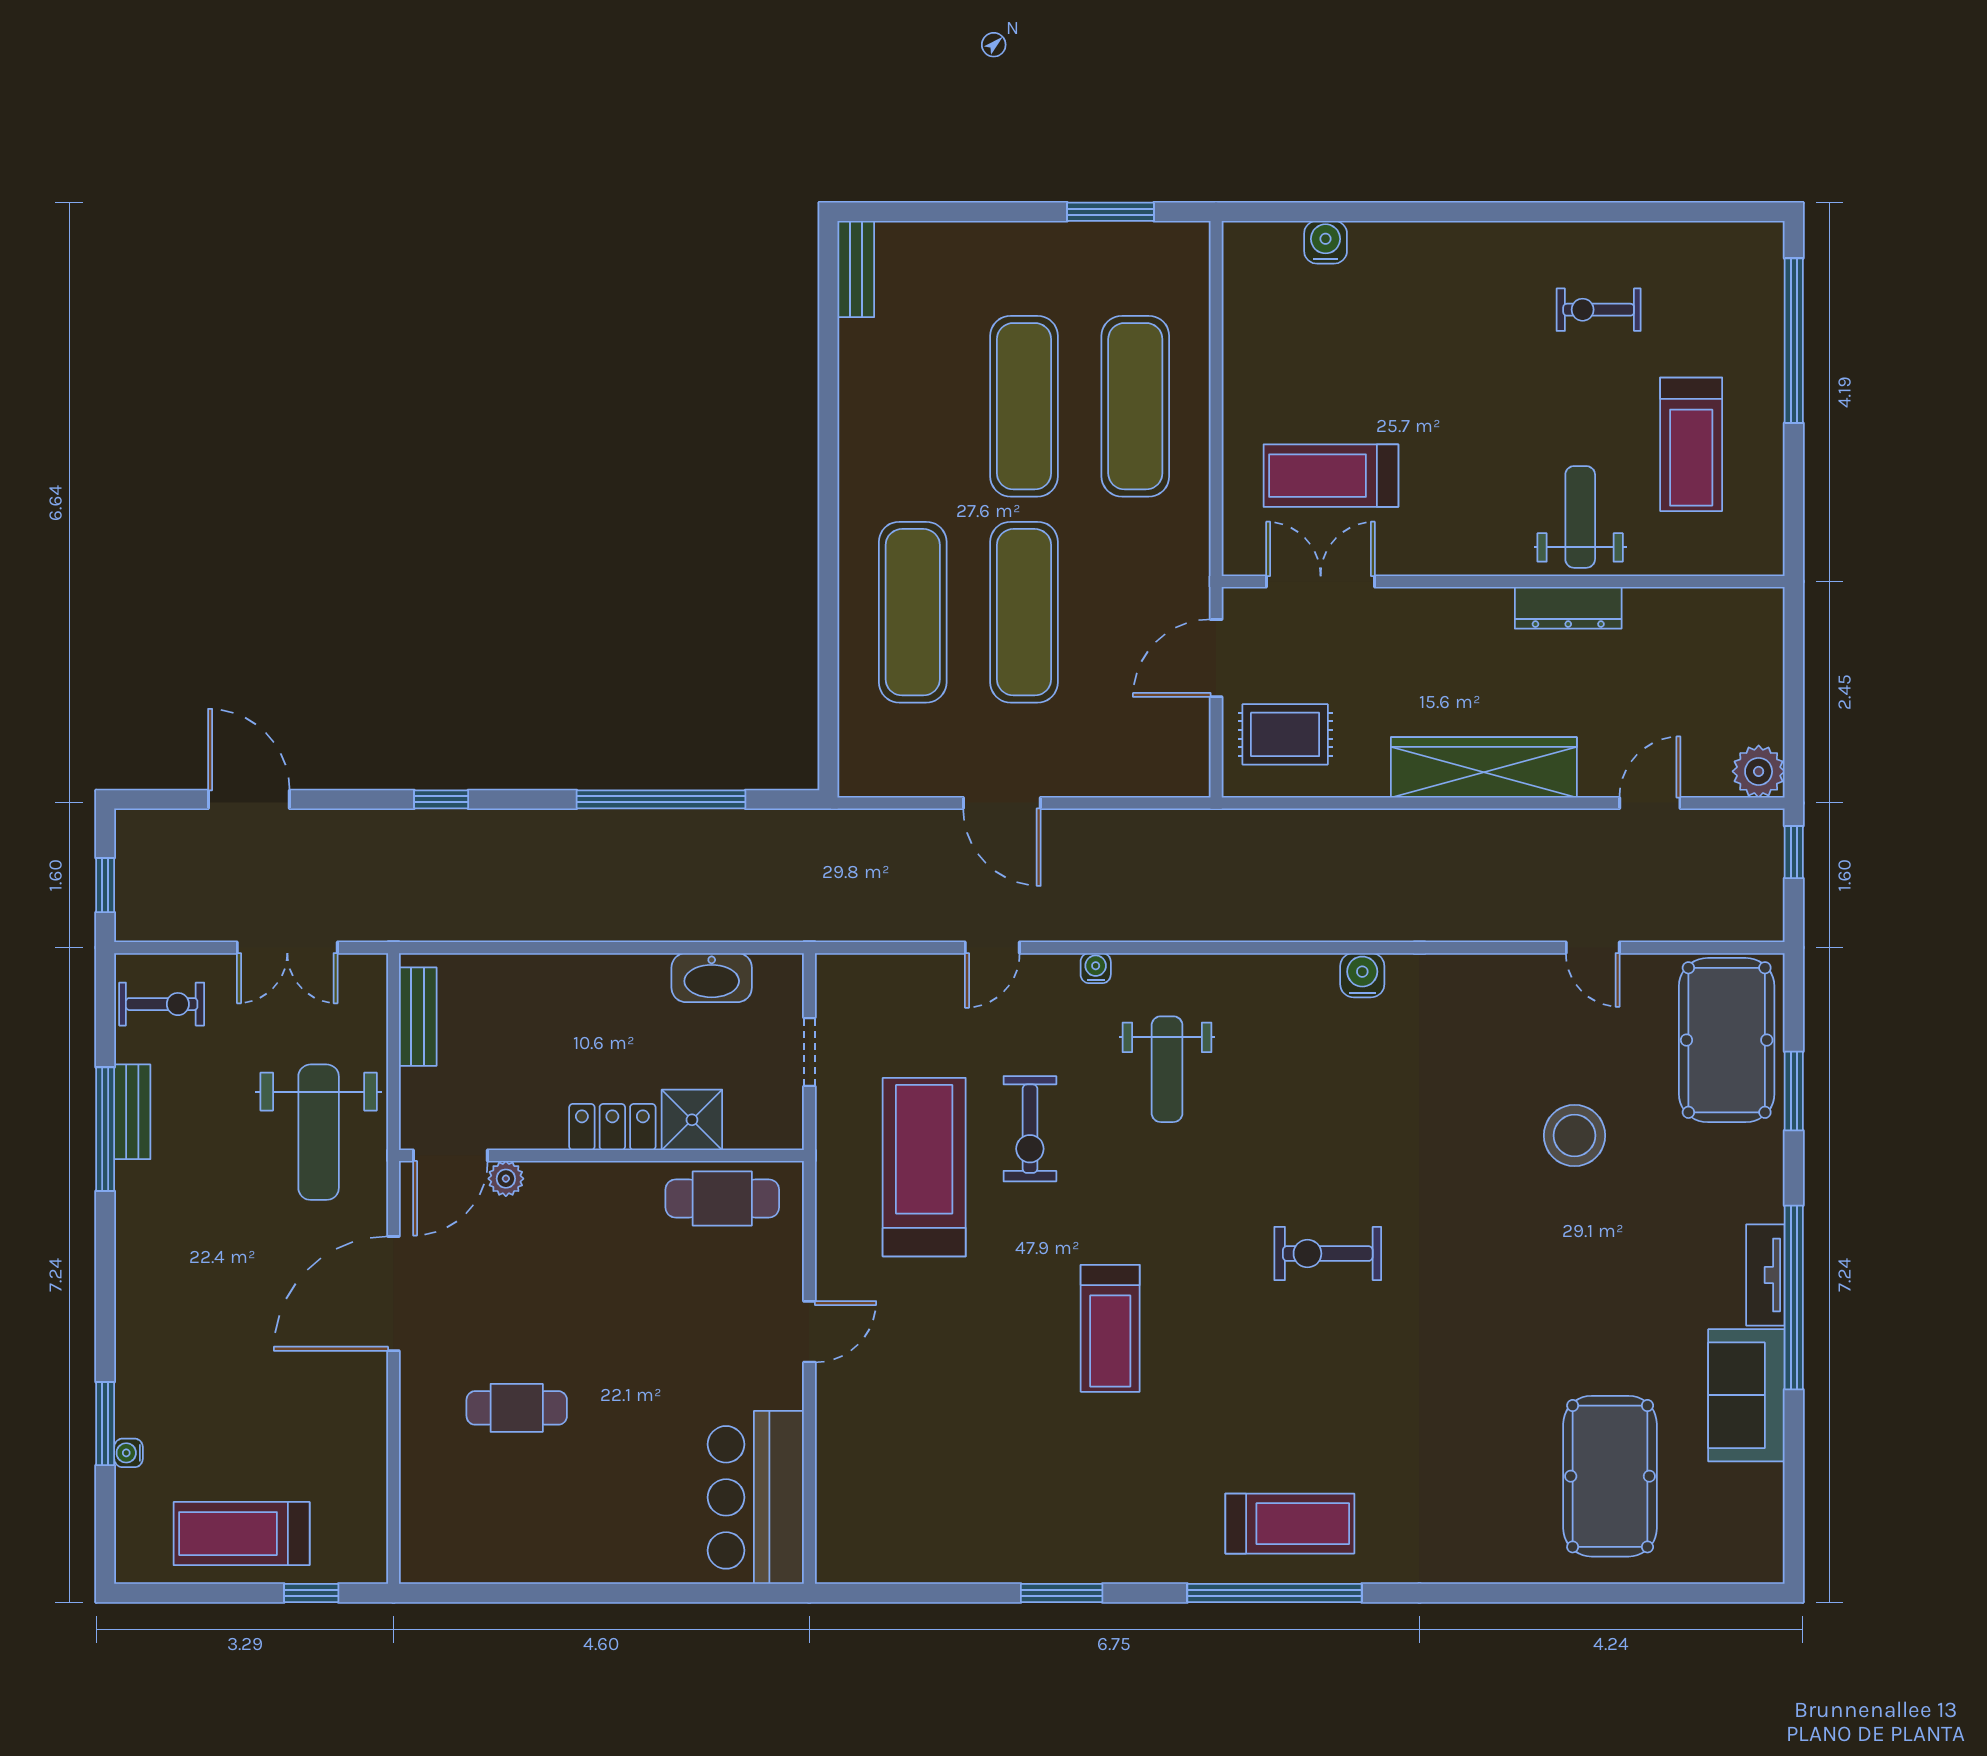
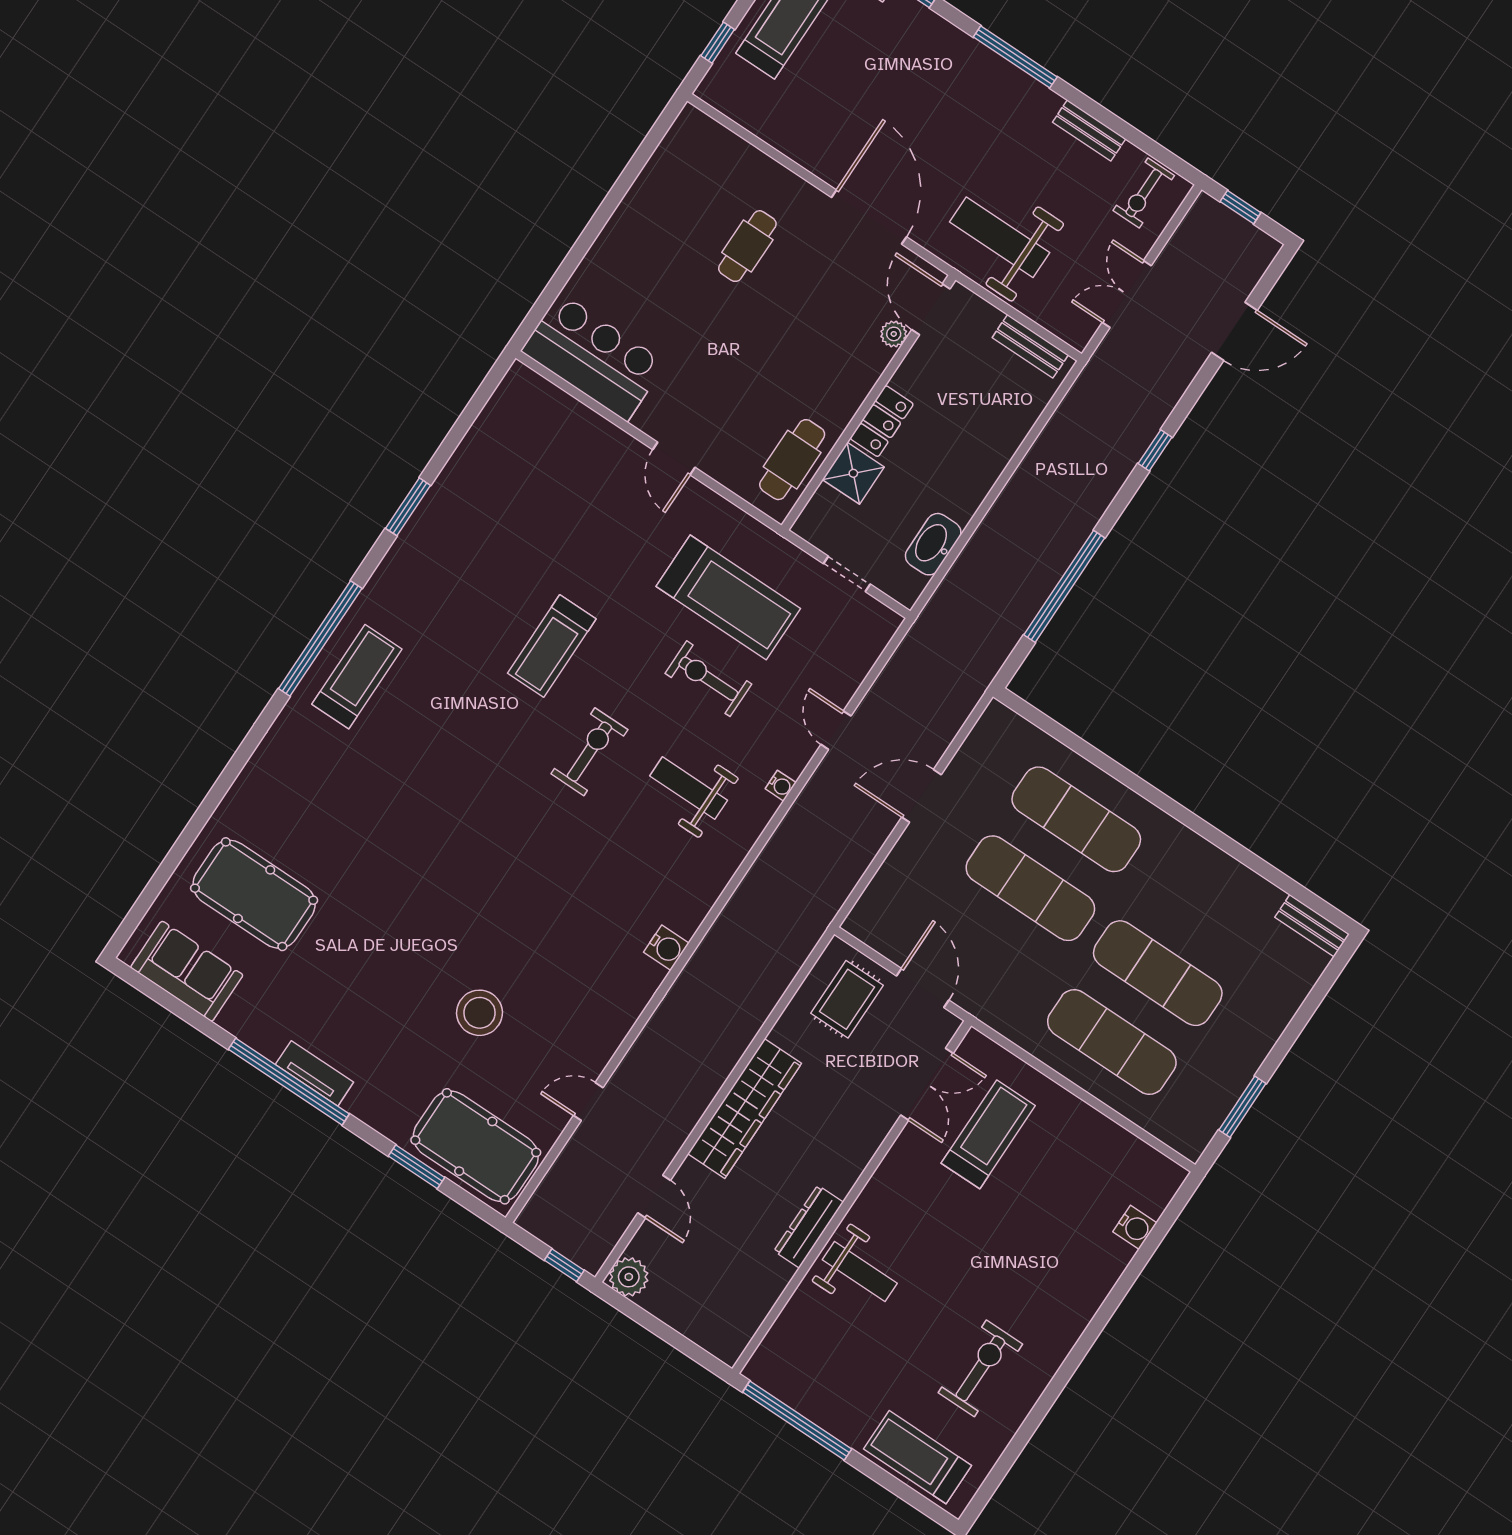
exercise bike: (1599, 310) -> (980, 1368), width x1.38, depth x1.39
window: (1794, 341) -> (797, 1420), moved
treadmill: (1691, 444) -> (918, 1457), moved
window: (105, 1129) -> (1015, 57), moved
exercise bike: (1328, 1254) -> (589, 752), moved
treadmill: (1110, 1328) -> (552, 646), turned -90
sofa: (1746, 1395) -> (187, 971), moved
treadmill: (1290, 1524) -> (357, 677), turned 180

